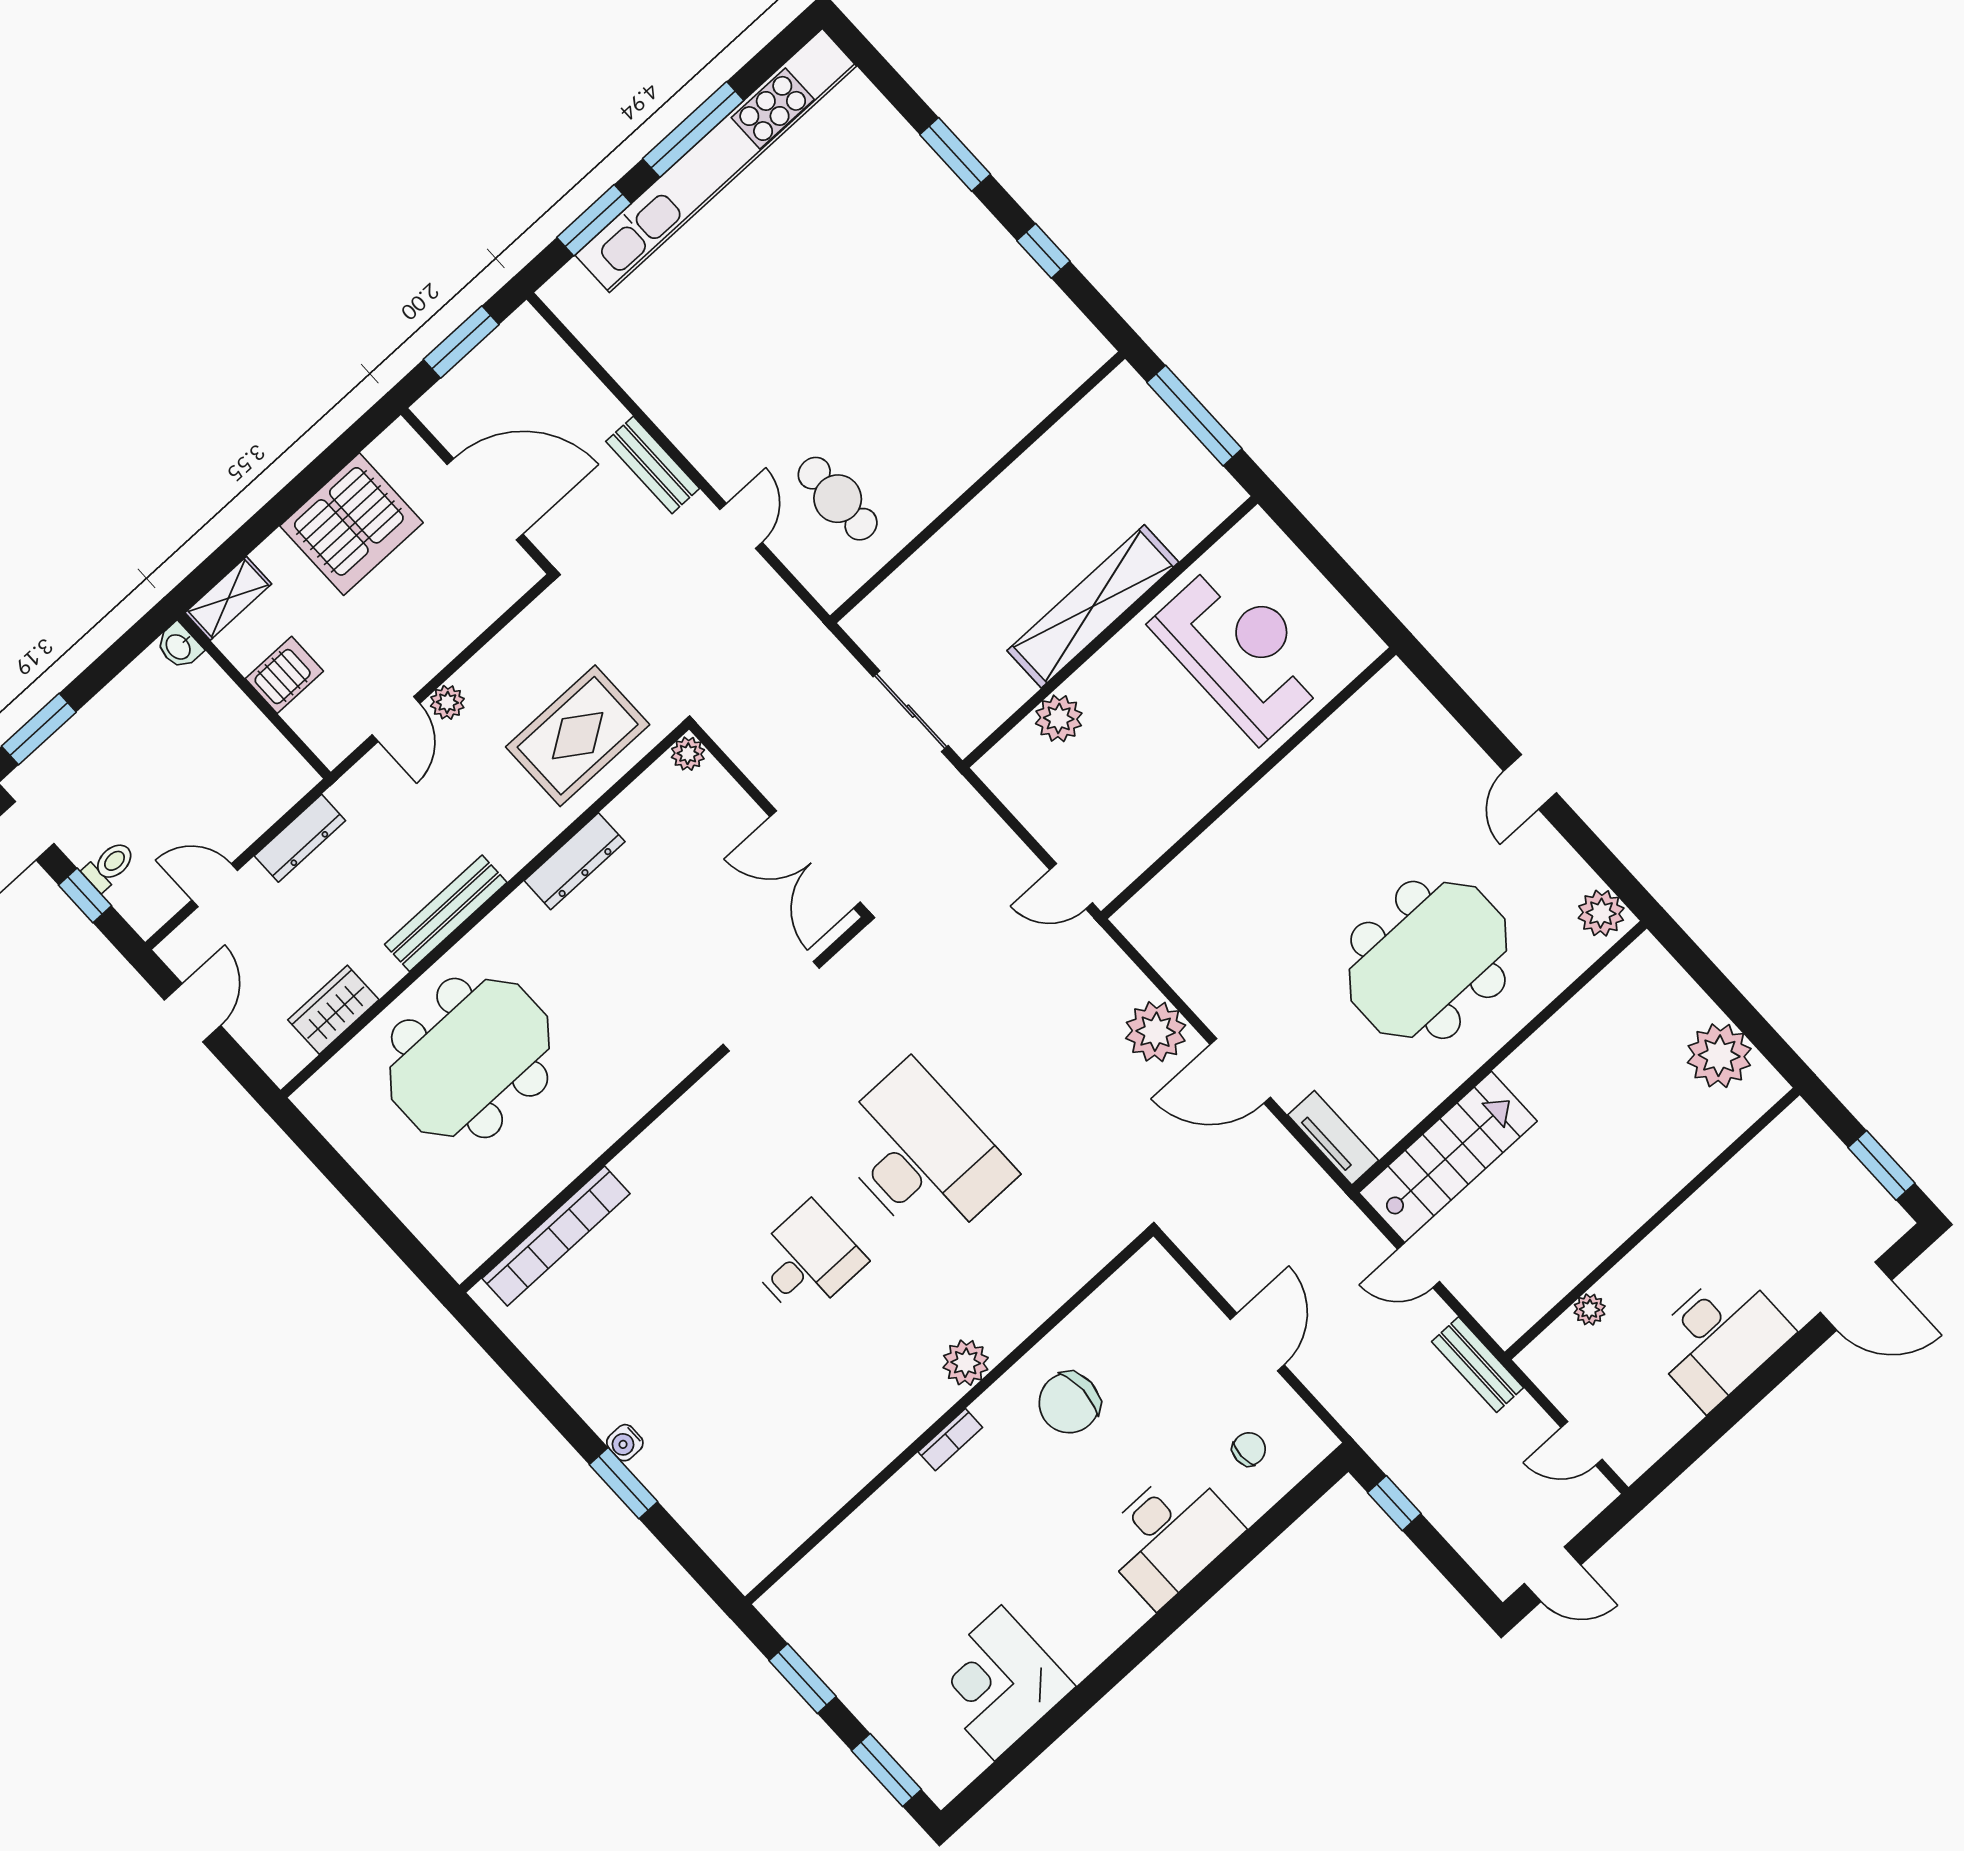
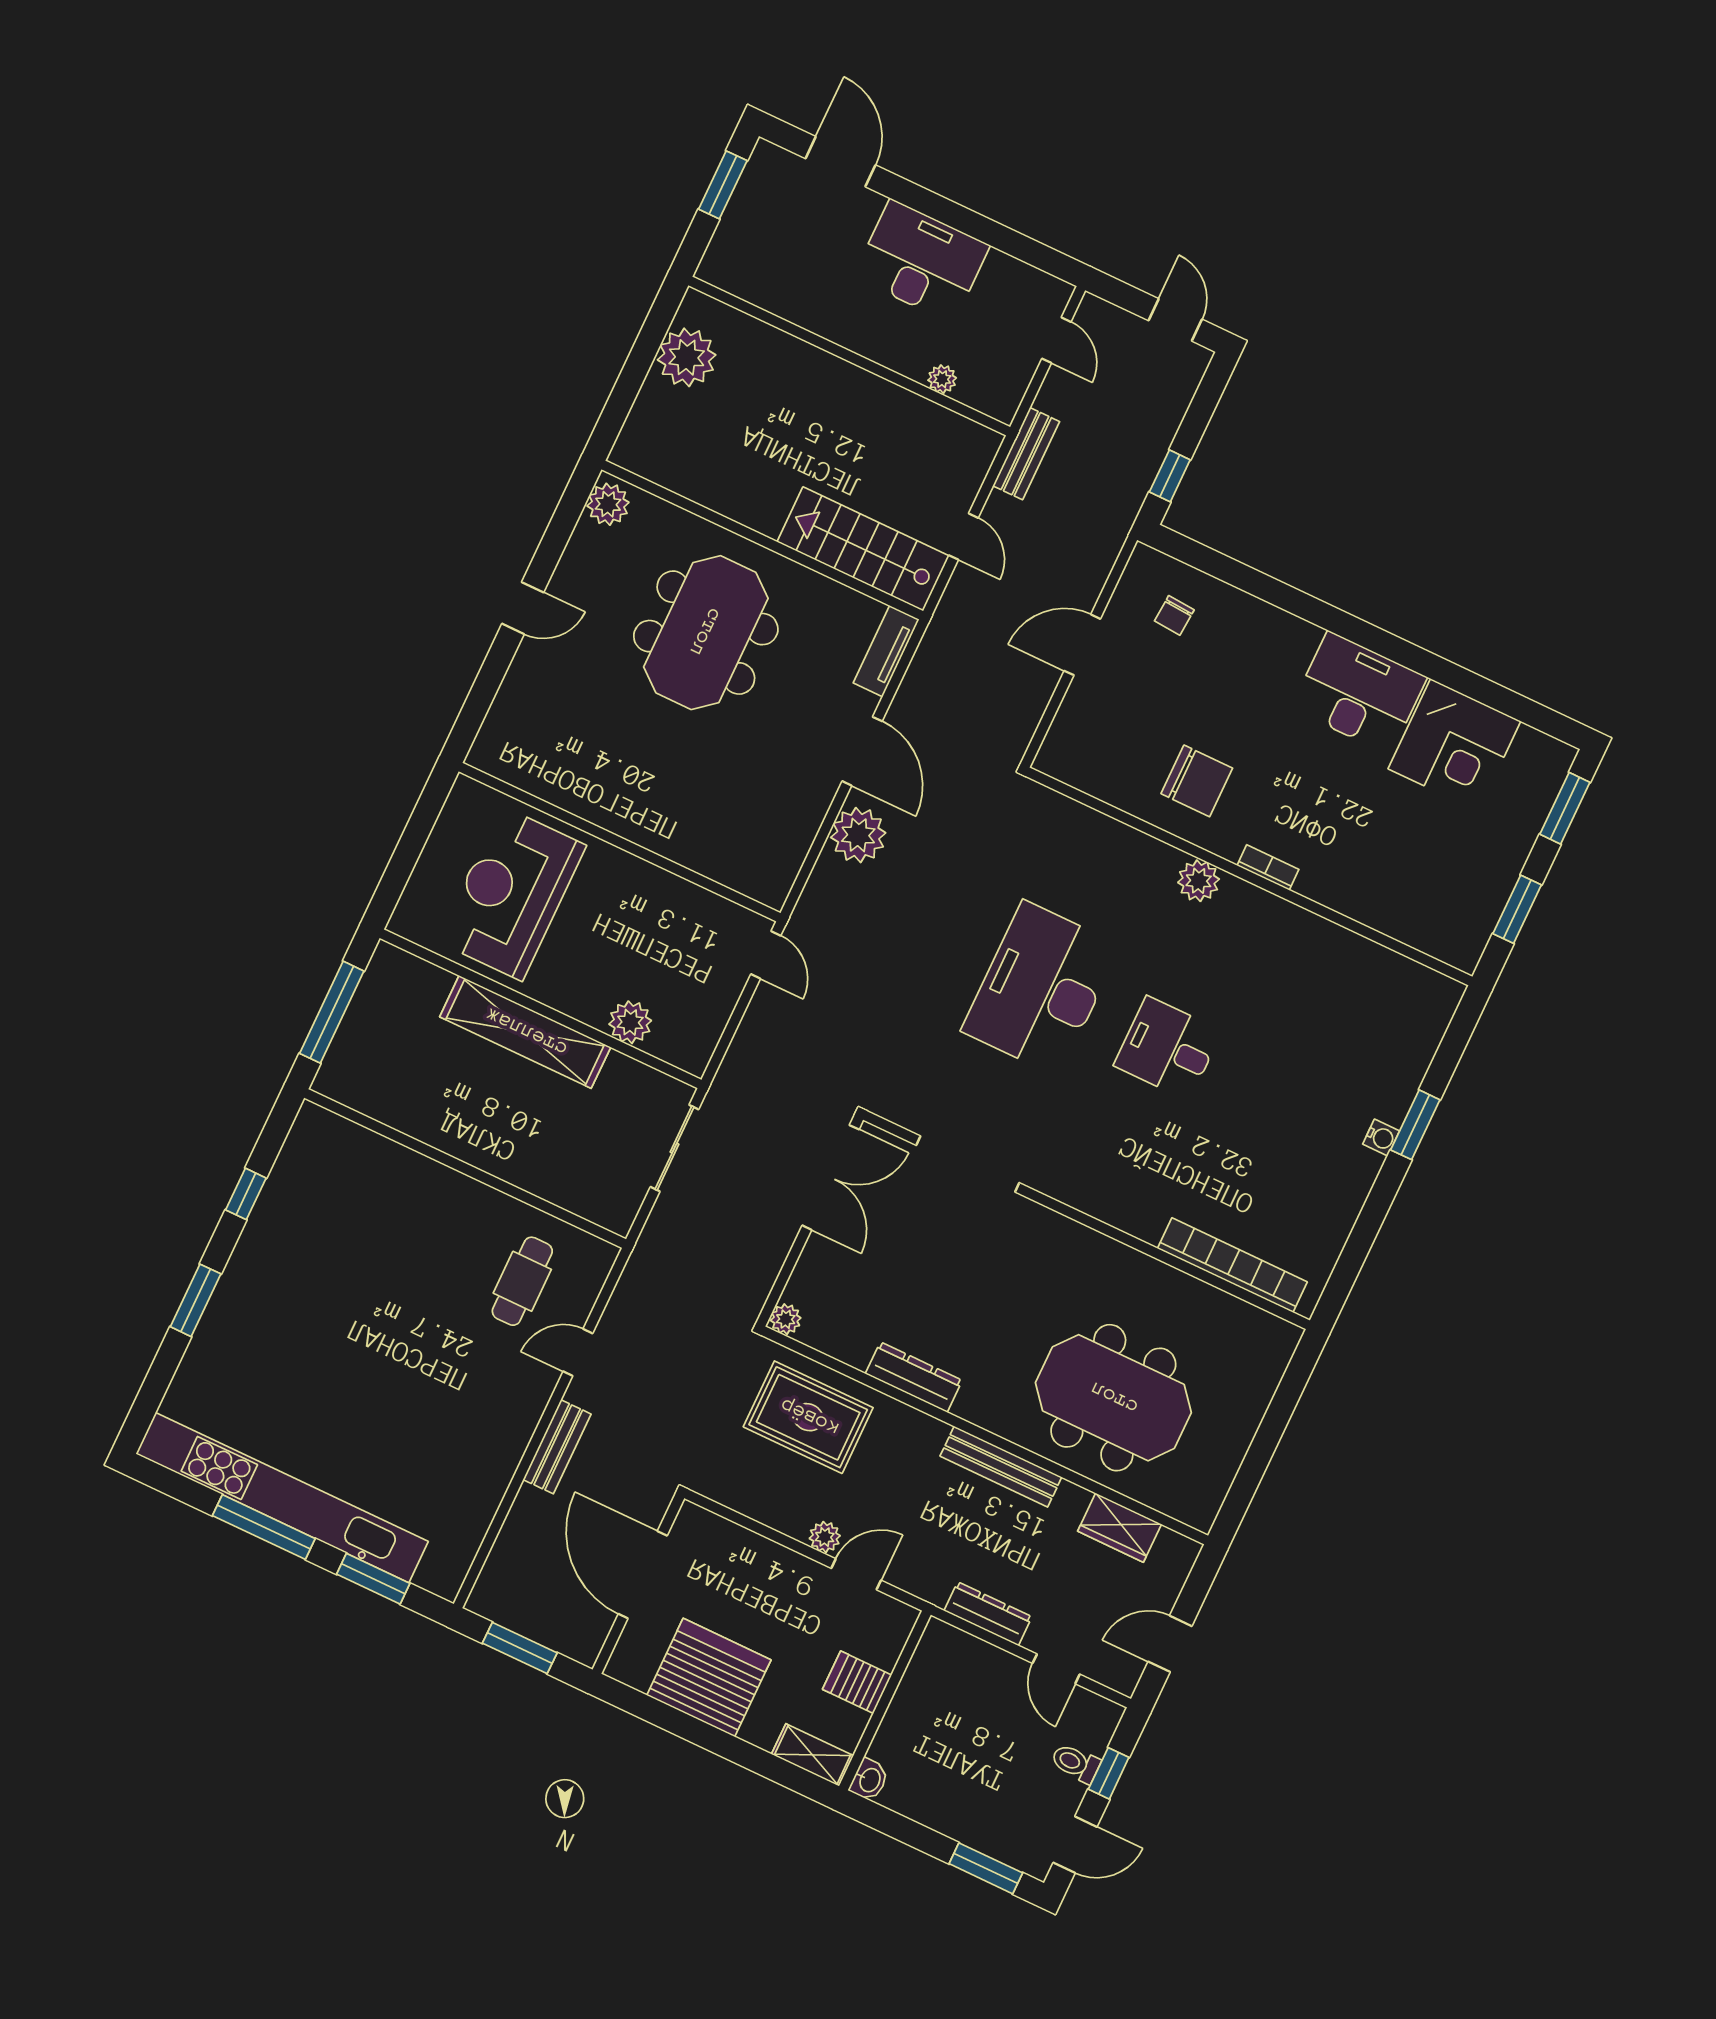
meeting table: (1428, 960) -> (706, 633), turned 90
chair: (1249, 1449) -> (1174, 615), turned -86
desk: (1169, 1535) -> (1359, 693), moved

